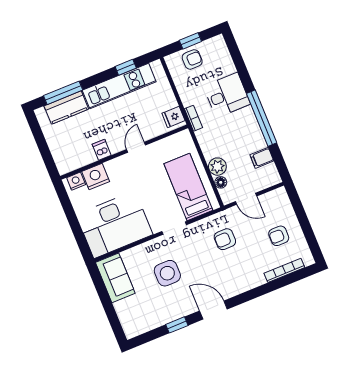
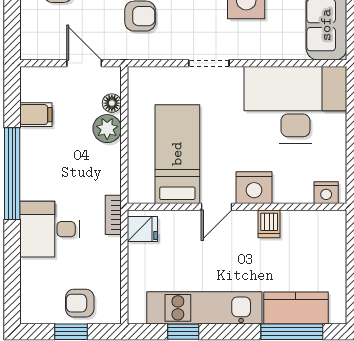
nightstand: (96, 177) -> (254, 188), moved
bed: (188, 187) -> (177, 154), moved, turned 180

